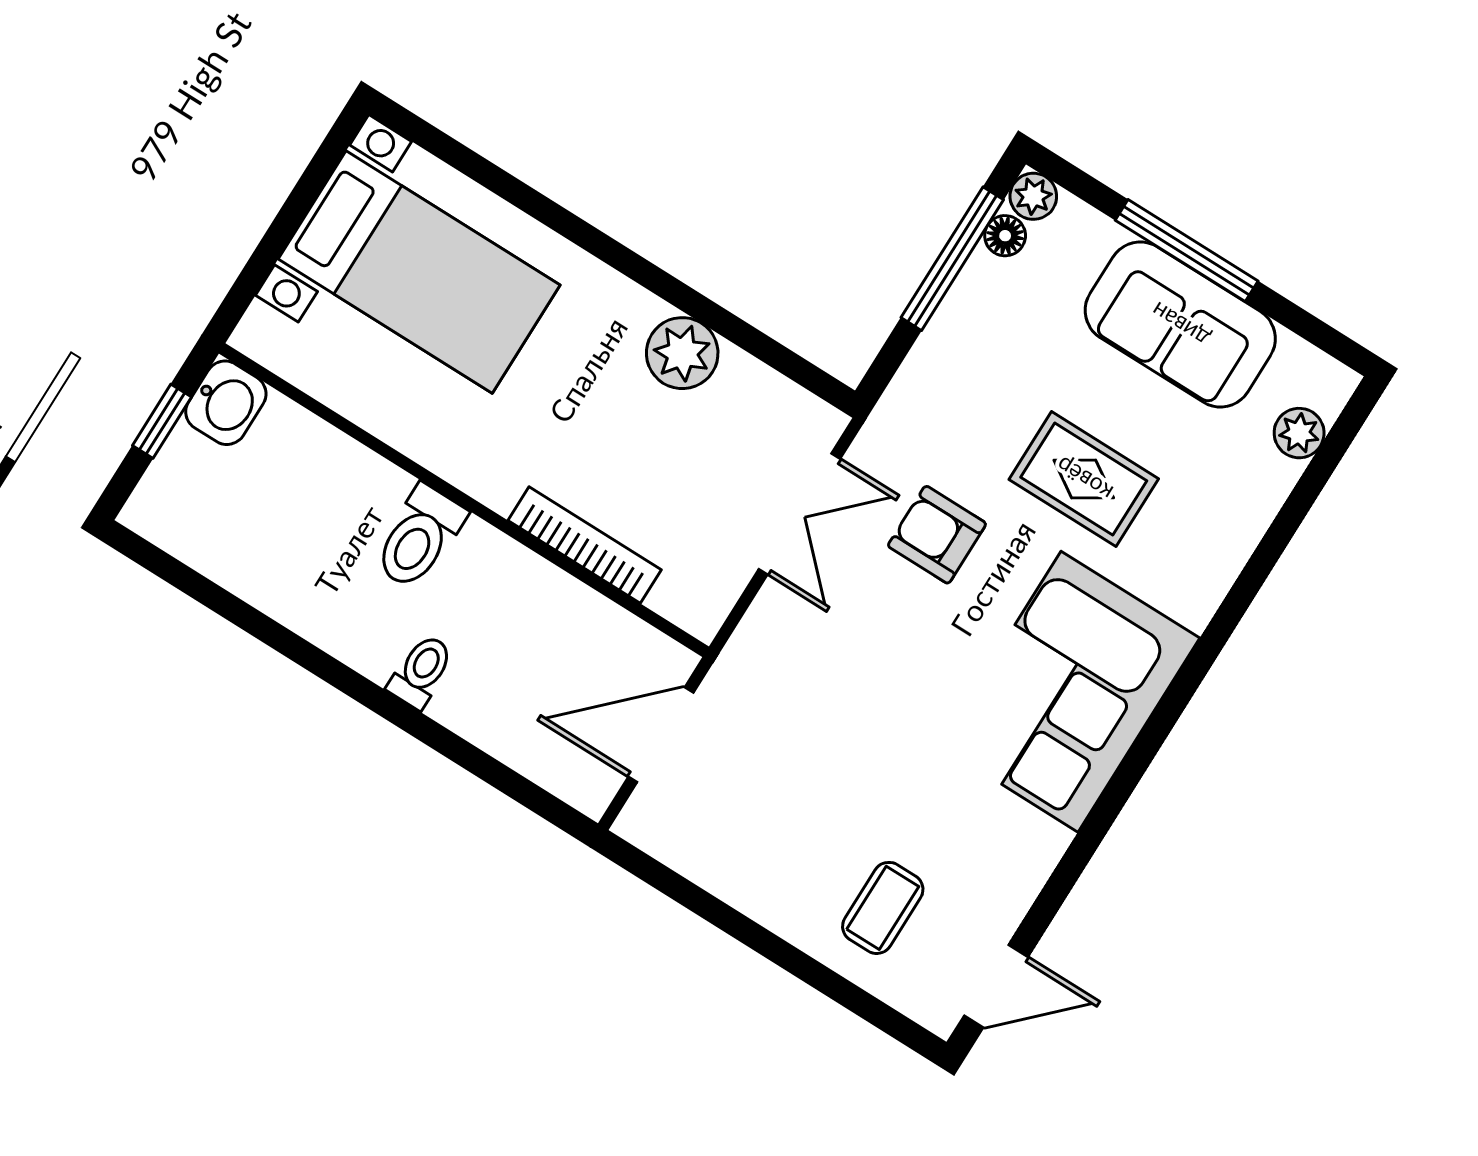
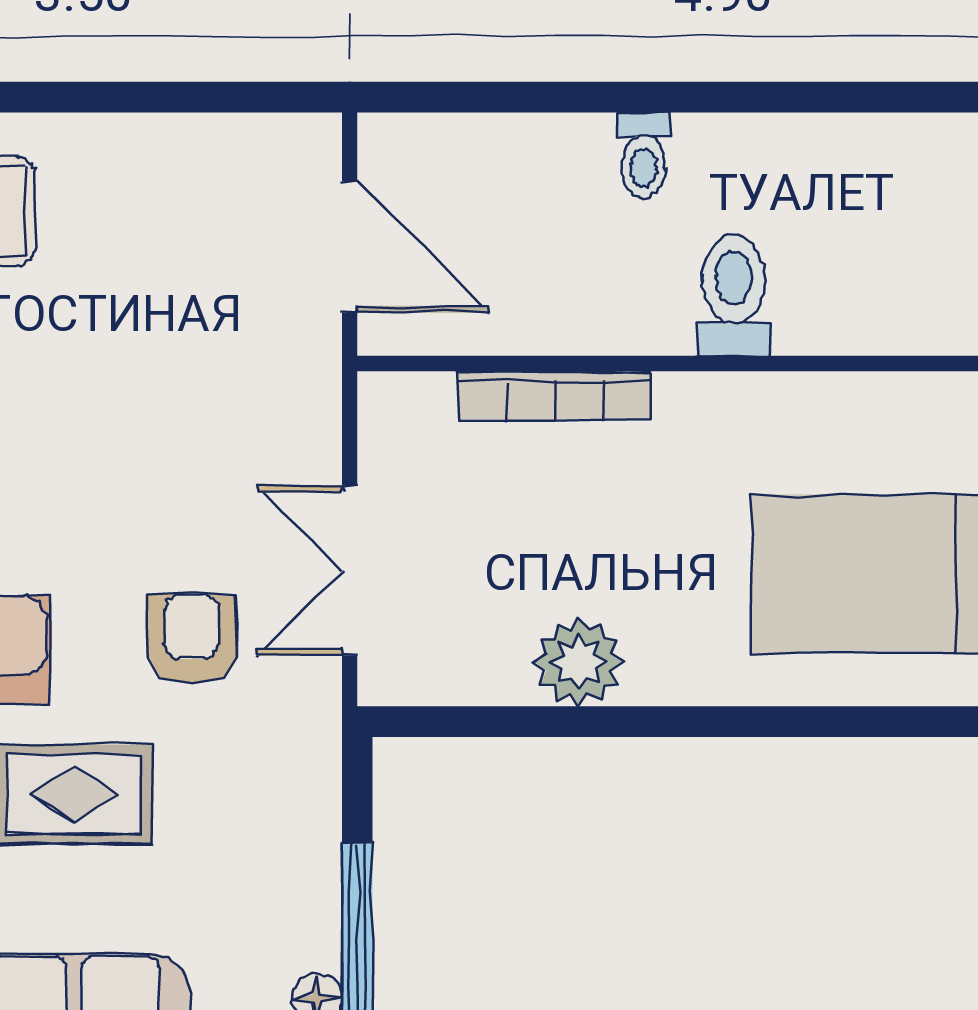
armchair: (937, 535) -> (191, 639), turned -90
door: (661, 735) -> (350, 247), hinge flipped

